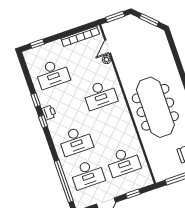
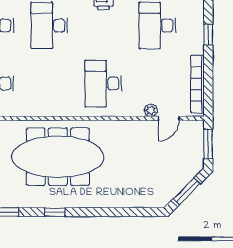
window: (37, 44) -> (208, 35), moved
door: (108, 47) -> (169, 118), swing flipped

